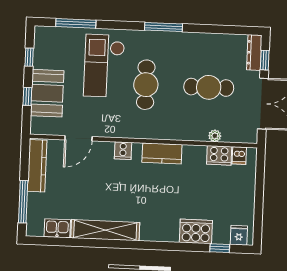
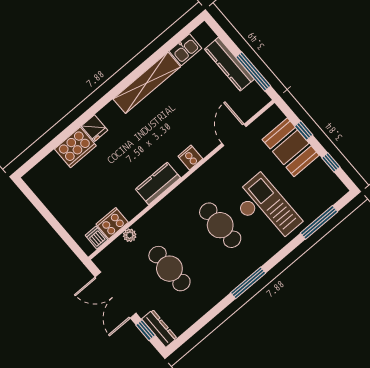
cafe table: (209, 87) -> (169, 269), turned 90
kitchen counter: (37, 166) -> (229, 64), moved
window: (23, 202) -> (253, 72), moved
fridge: (239, 235) -> (94, 128), moved
window: (220, 248) -> (45, 152), removed

